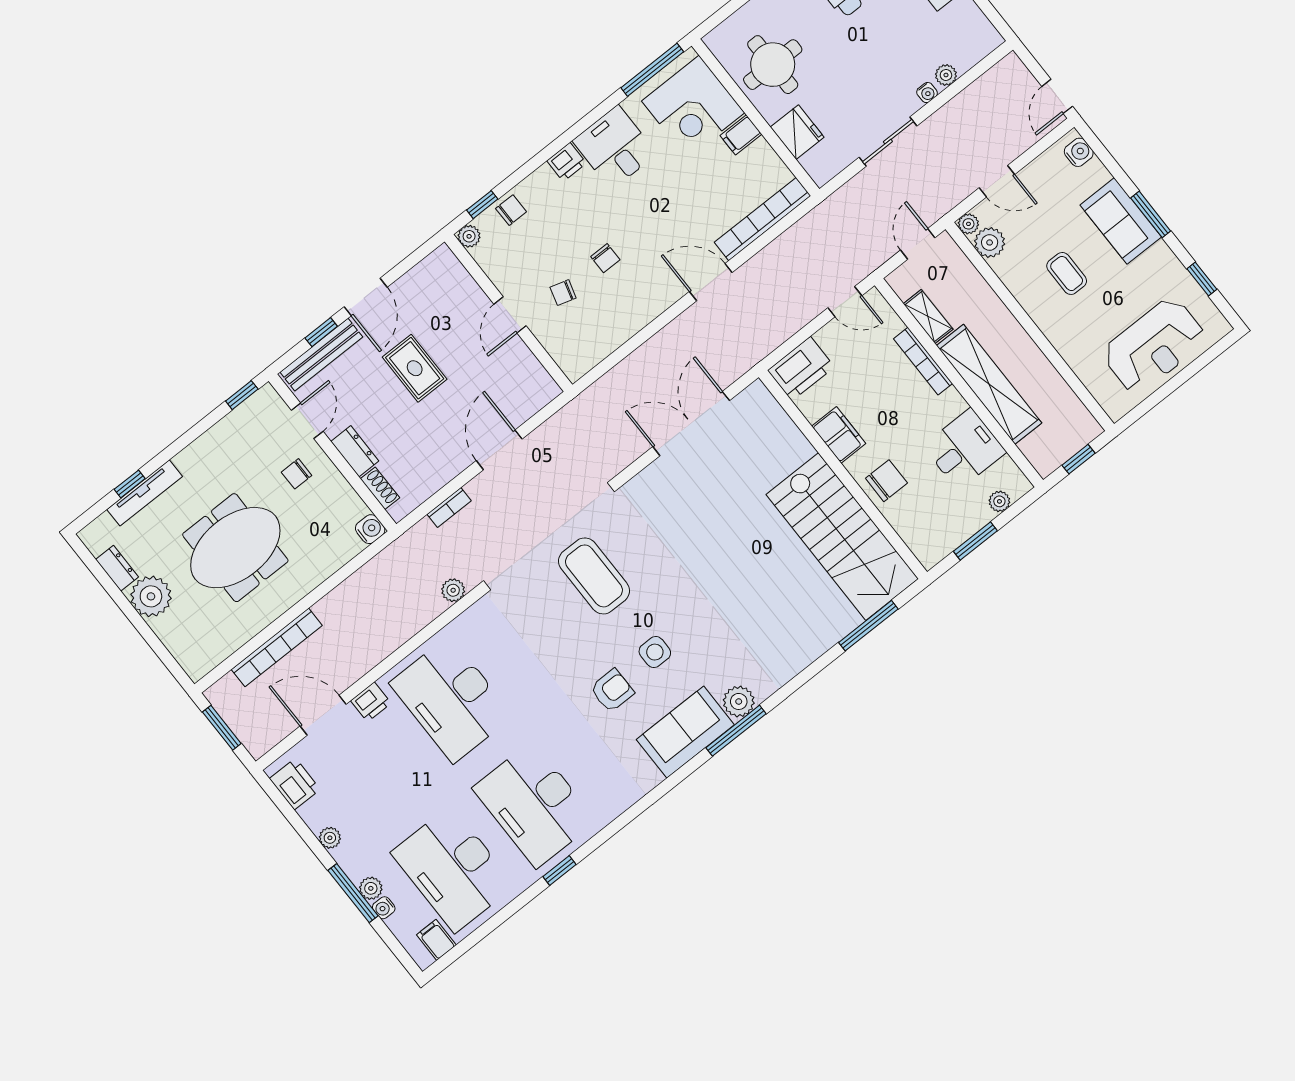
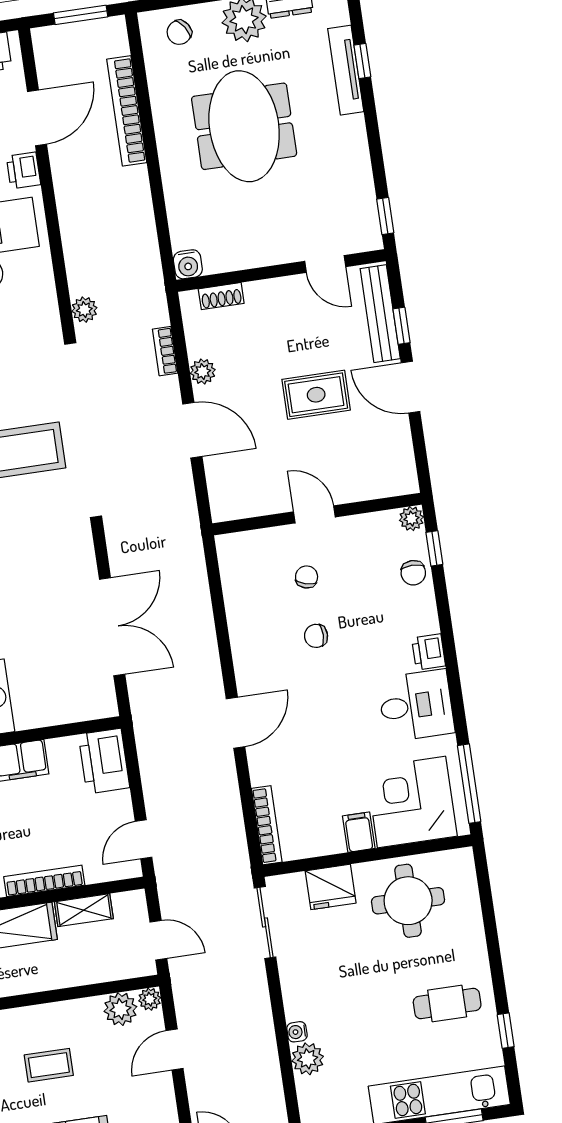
plant: (946, 75) -> (308, 1059), width x1.38, depth x1.38
sliding door: (888, 142) -> (265, 922), moved
bookcase: (762, 219) -> (267, 825), width x0.68, depth x0.76
dresser: (355, 451) -> (270, 292), removed
plant: (448, 468) -> (203, 372), added
chair: (297, 474) -> (179, 32), moved, turned -124

